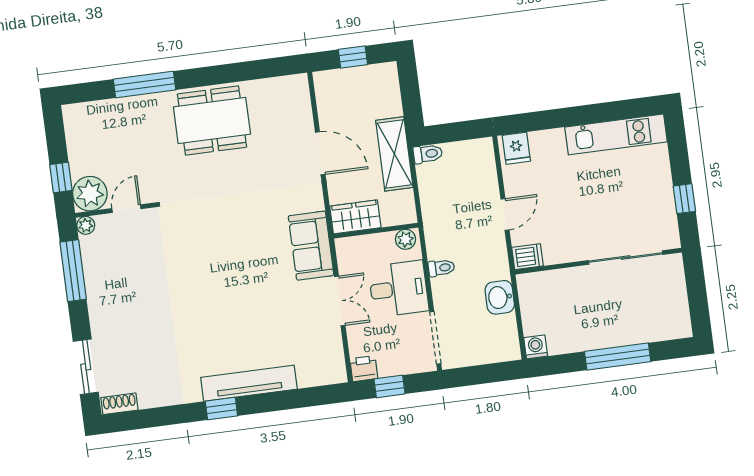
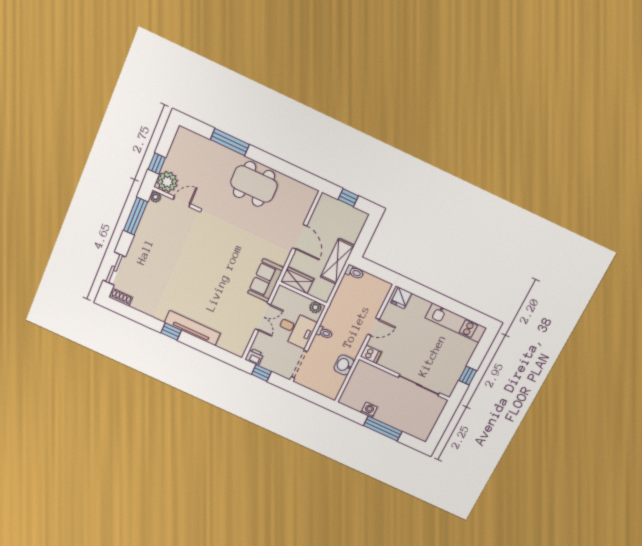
washing machine: (536, 347) -> (369, 410), moved

